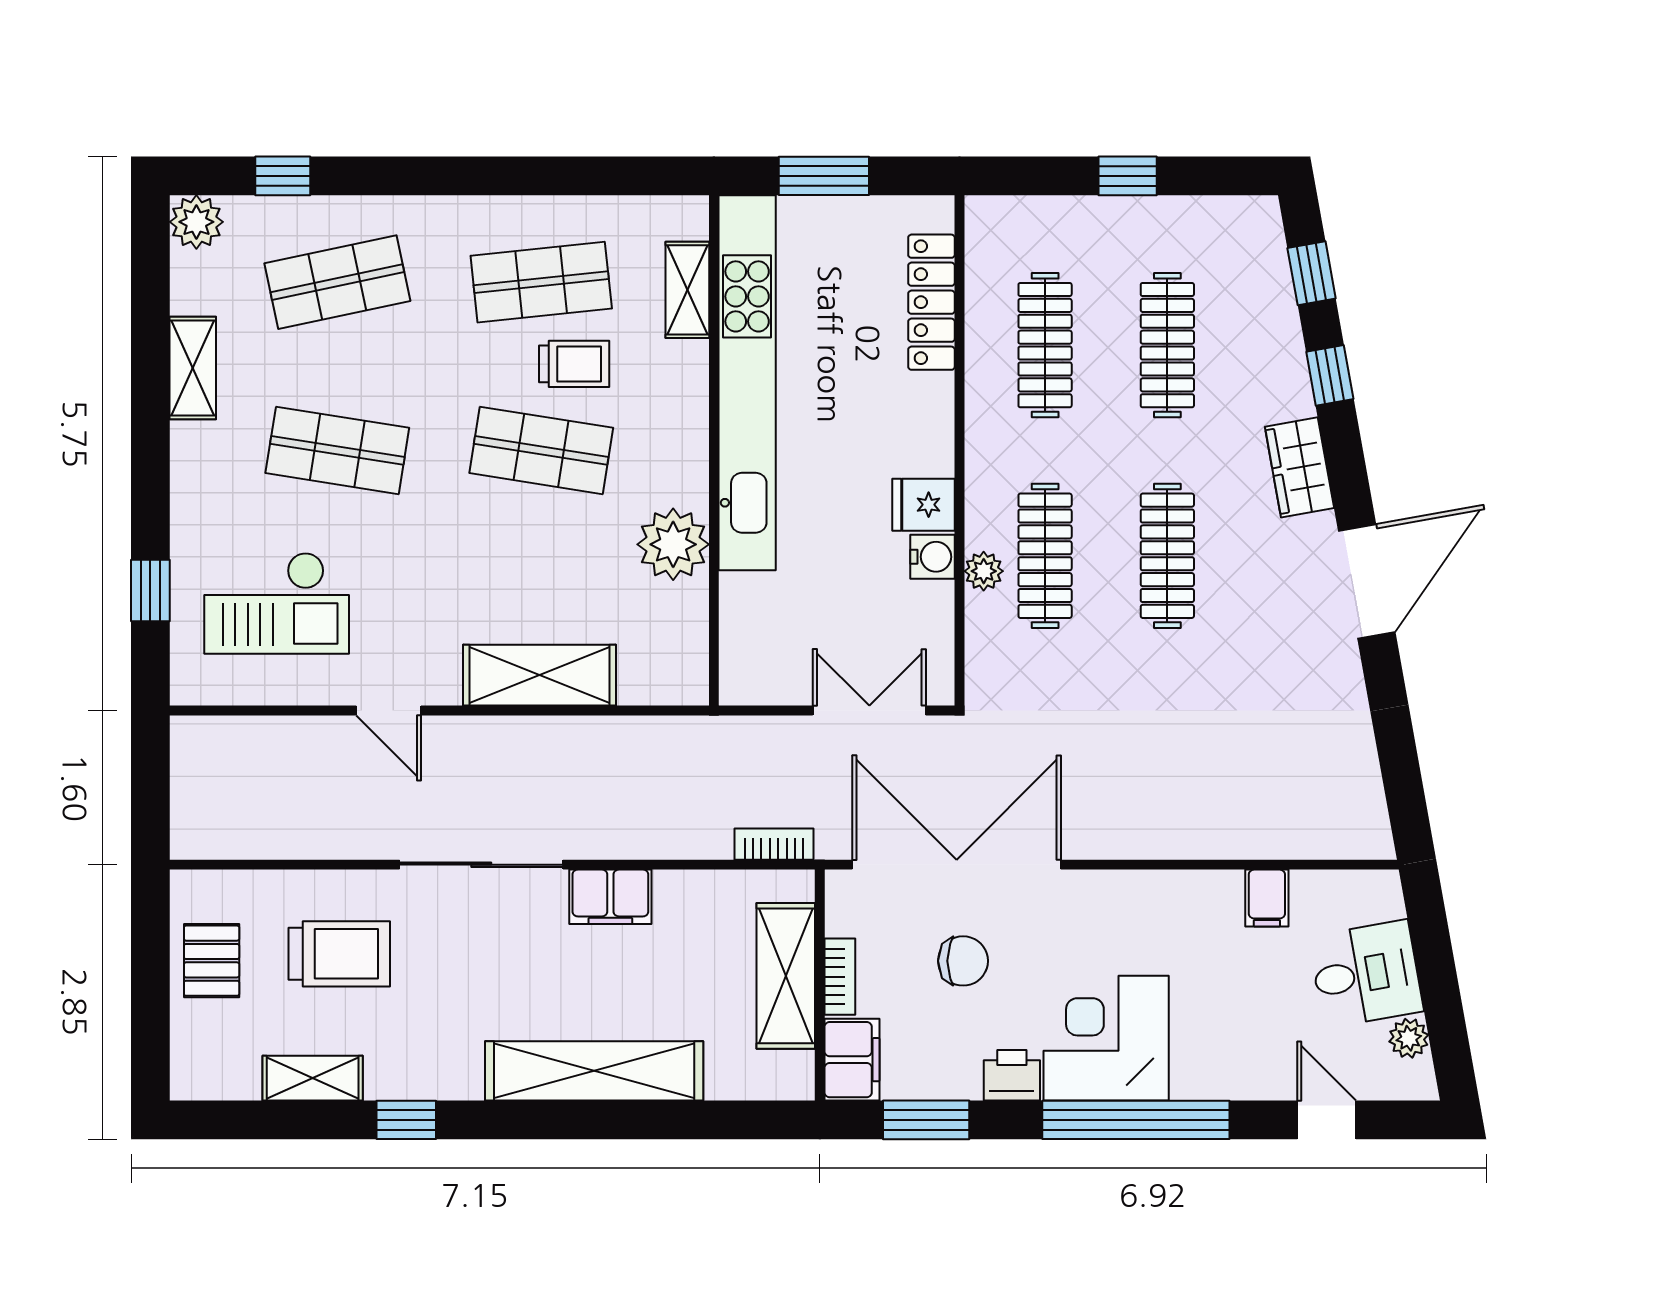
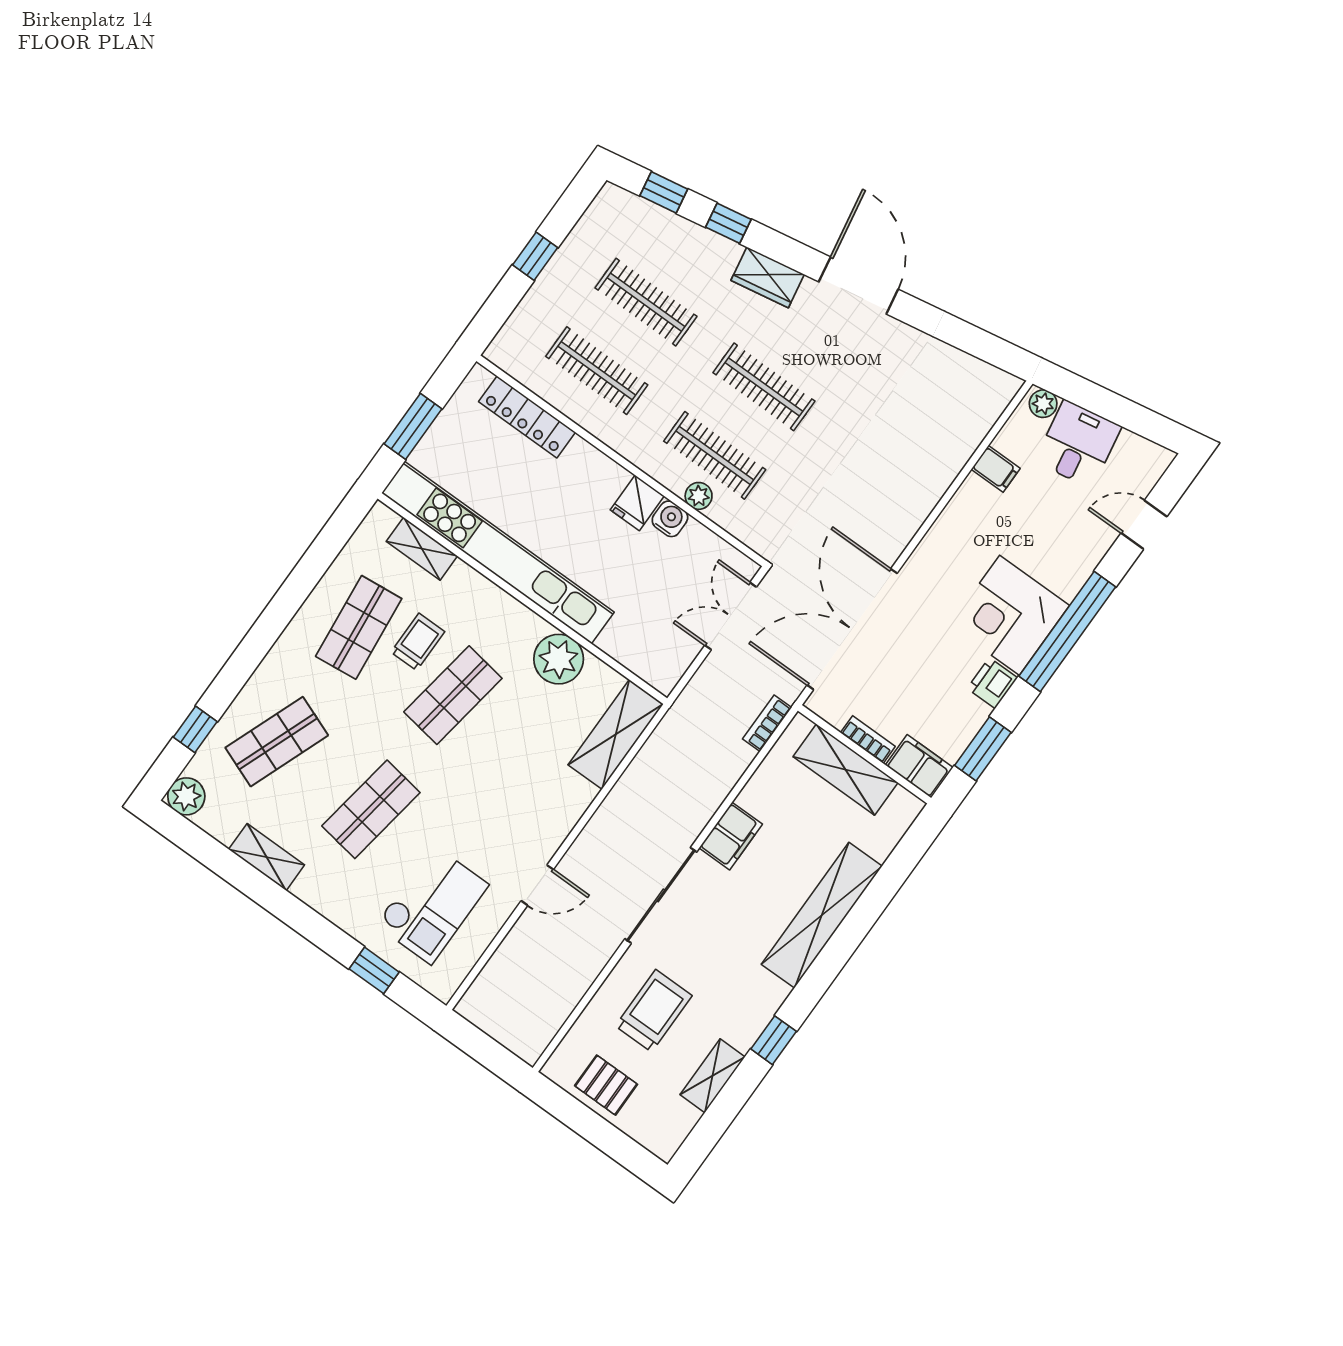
shop shelf: (337, 282) -> (277, 742), turned 33
shelving: (540, 675) -> (616, 734), moved
chair: (963, 961) -> (909, 664), removed
plant: (1409, 1038) -> (1043, 404), moved

